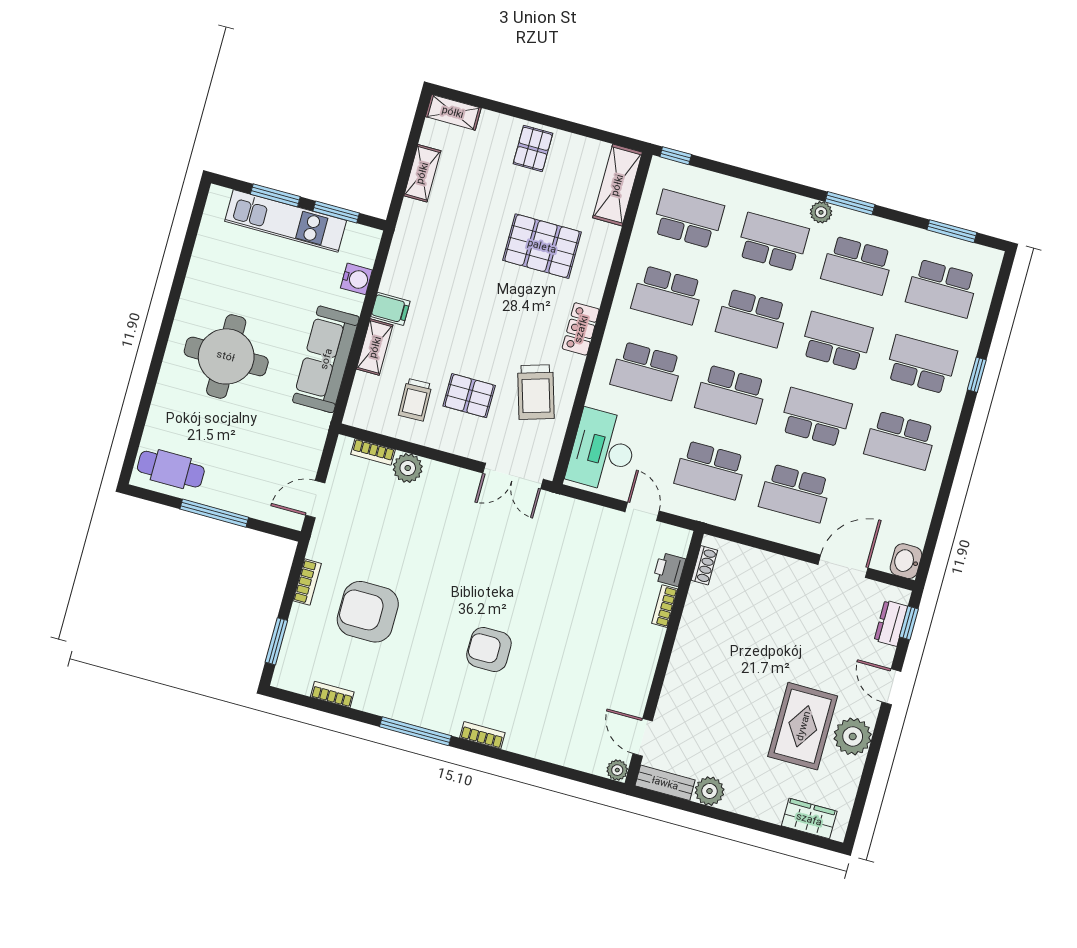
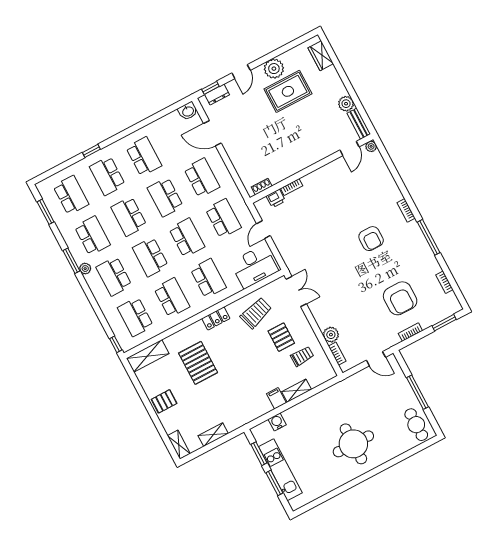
school desk: (752, 318) -> (150, 257), turned 180
sofa: (326, 359) -> (319, 405), removed

